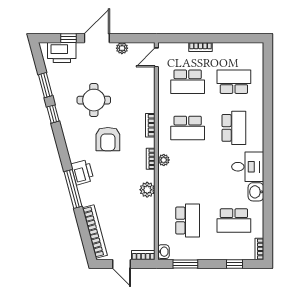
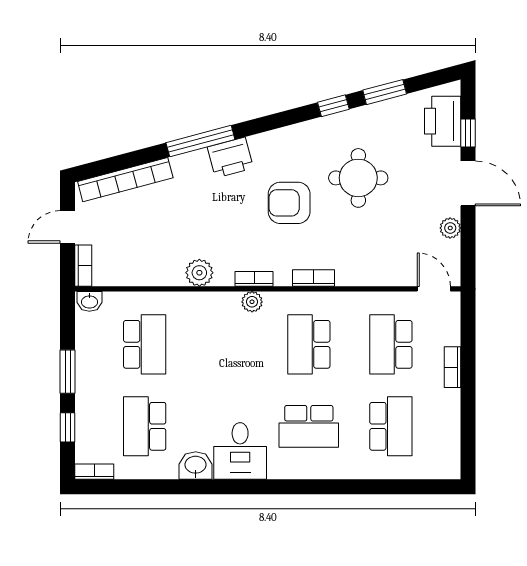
school desk: (188, 220) -> (145, 344), turned -90
window: (185, 264) -> (68, 372), moved

